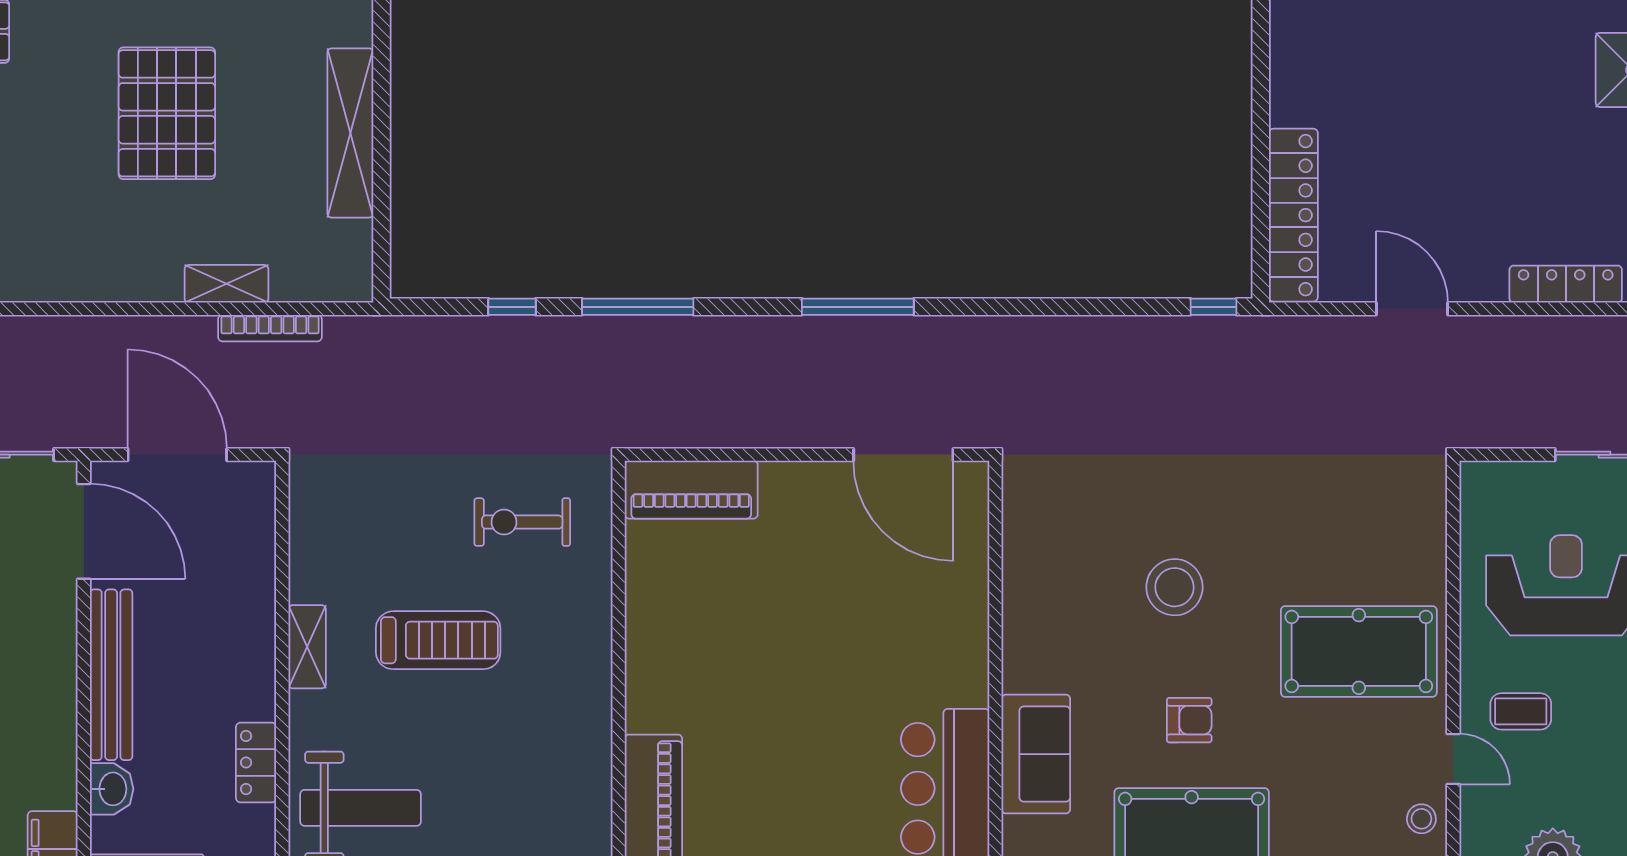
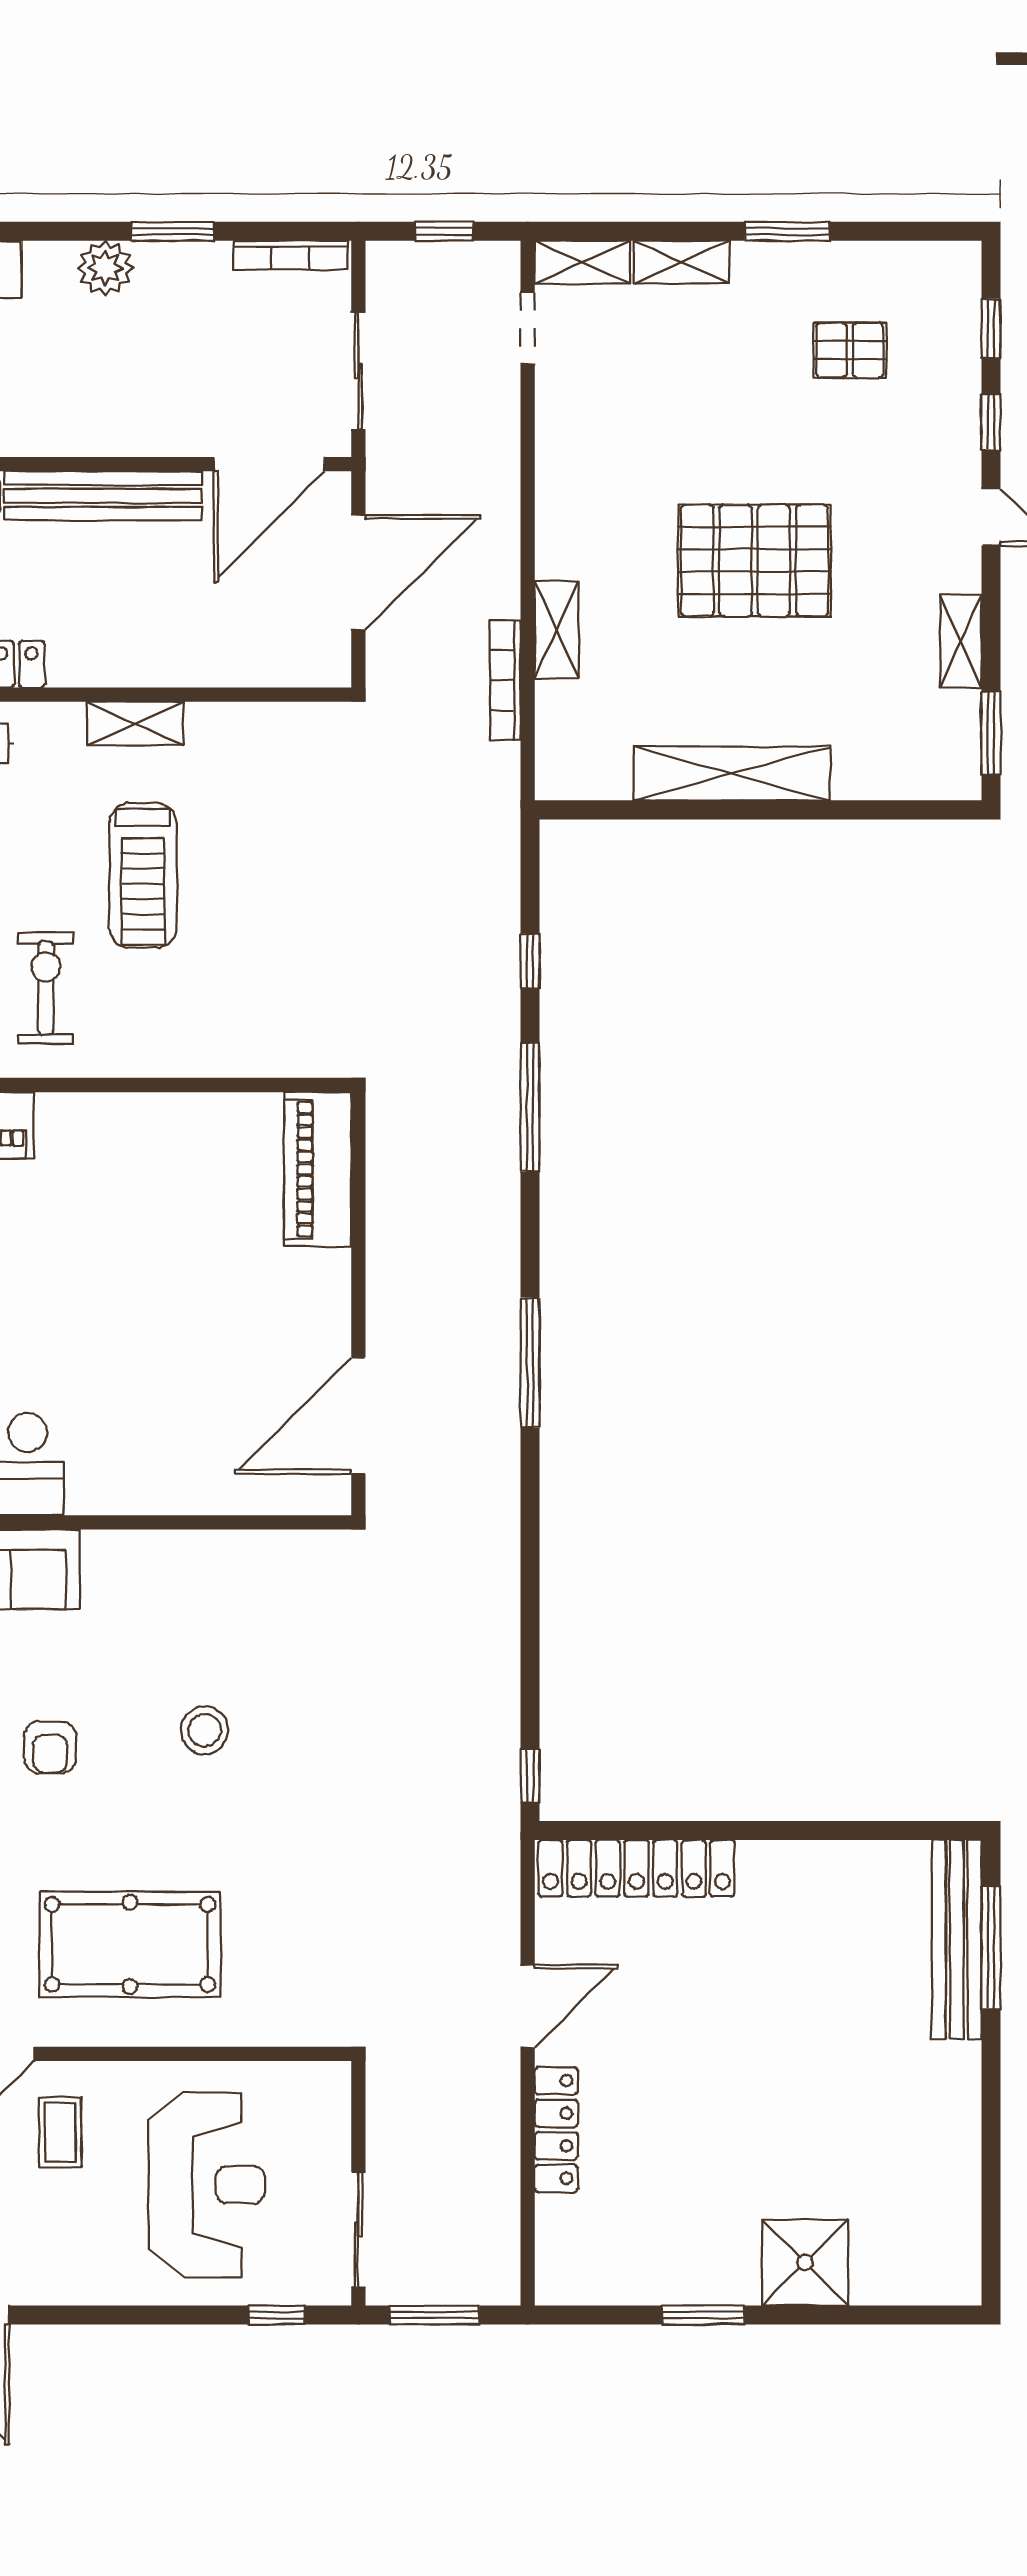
locker: (1566, 284) -> (556, 2130), moved
exercise bike: (522, 522) -> (46, 988), moved
stool: (1174, 587) -> (204, 1730), width x0.73, depth x0.73
pool table: (1359, 651) -> (130, 1944), turned 90

